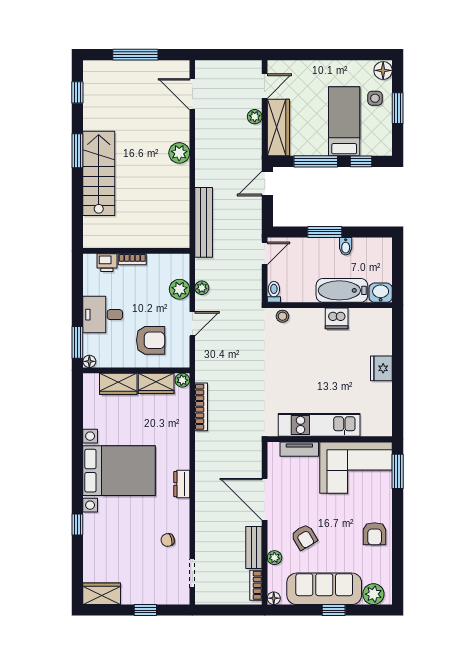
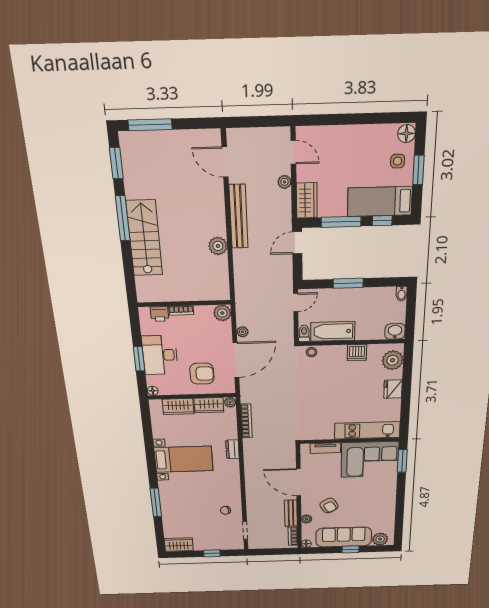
window: (135, 55) -> (150, 125), moved
door: (265, 86) -> (293, 152), hinge flipped
window: (77, 92) -> (116, 163), width x1.50
bed: (344, 121) -> (380, 202), moved, turned -90
wardrobe: (278, 128) -> (307, 200), width x0.67
window: (77, 151) -> (123, 218), width x1.44
plant: (179, 153) -> (218, 246), moved
bench: (204, 222) -> (239, 217), moved
bidet: (346, 246) -> (402, 294), moved
plant: (180, 289) -> (222, 313), moved
bathtub: (342, 290) -> (333, 331), moved
desk: (103, 315) -> (160, 355), width x1.37
door: (192, 324) -> (236, 360), width x1.87
plant: (379, 330) -> (393, 360), added
window: (77, 342) -> (139, 359), moved
kitchen unit: (319, 425) -> (367, 430), moved
bed with nightstands: (119, 471) -> (184, 459), width x0.73
dresser: (182, 484) -> (232, 449), moved
window: (77, 525) -> (156, 503), width x2.17
armchair: (375, 534) -> (383, 502), removed

